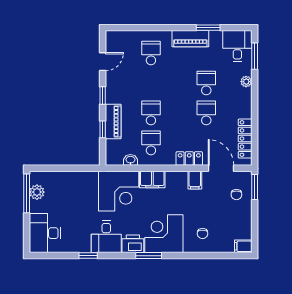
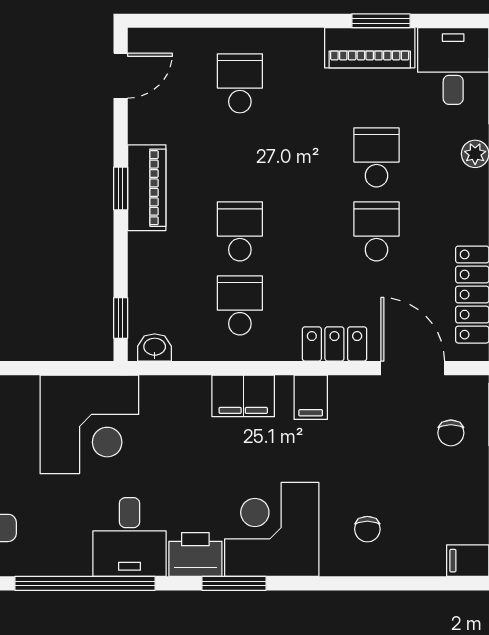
piano: (190, 39) -> (370, 48), moved
door: (103, 62) -> (121, 76), moved
piano: (113, 121) -> (147, 188), moved
window: (103, 129) -> (121, 318), moved
washbasin: (130, 160) -> (155, 347), moved
filing cabinet: (195, 180) -> (311, 397), moved
corner desk: (119, 191) -> (89, 424), moved
window: (88, 256) -> (85, 583), width x3.17

